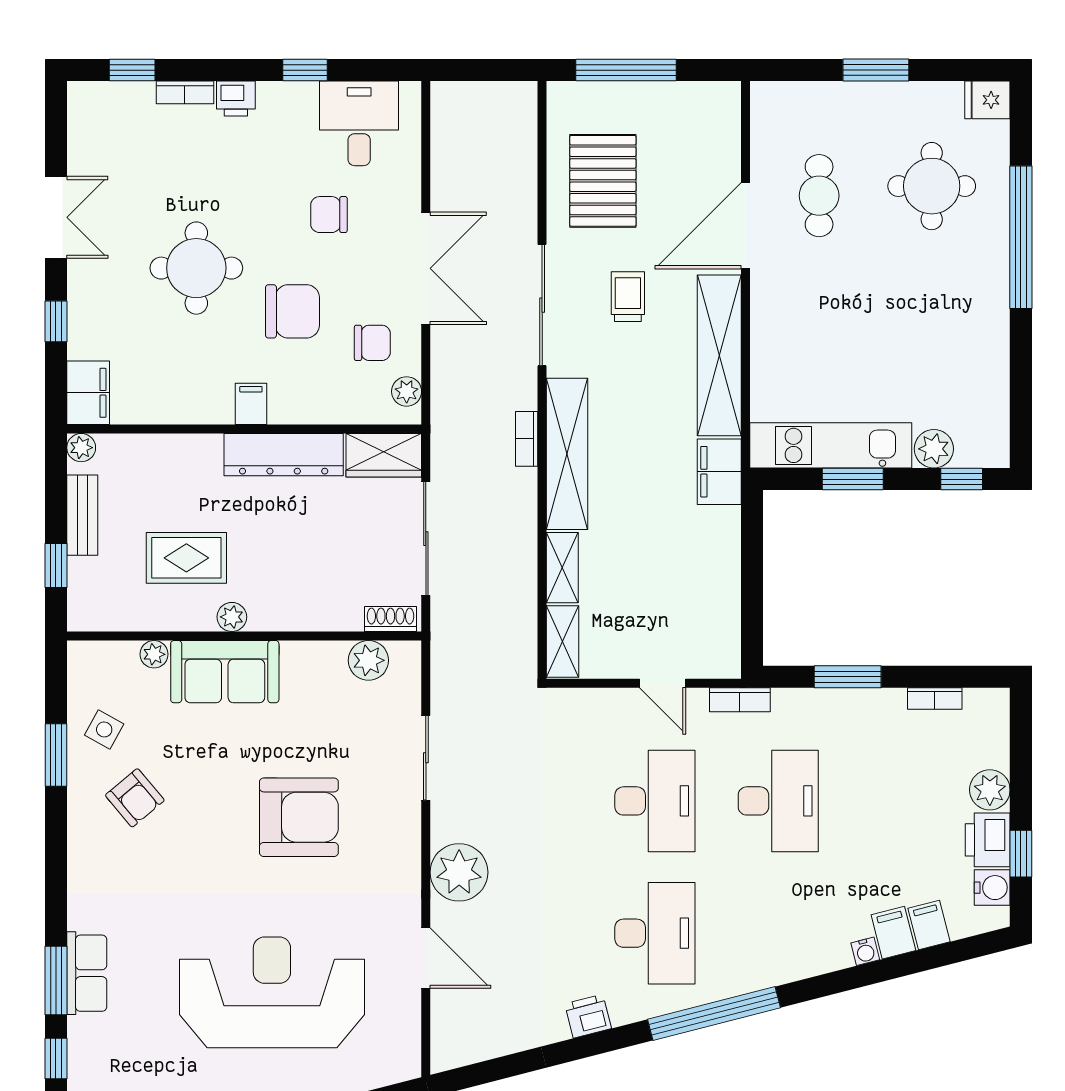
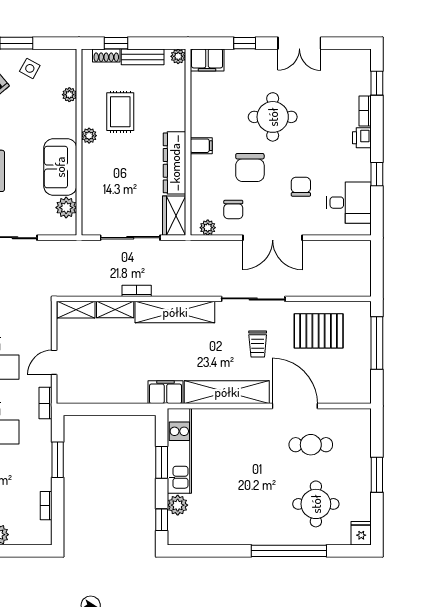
trolley: (628, 297) -> (258, 344), turned 90
bookcase: (527, 439) -> (137, 291), moved
shoe rack: (391, 619) -> (106, 55), moved, turned 90
sofa: (225, 672) -> (60, 167), moved

